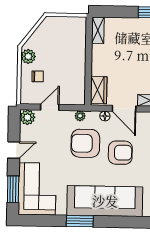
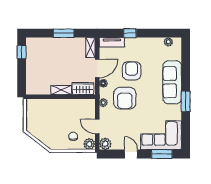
shelving: (98, 30) -> (61, 90), moved
plant: (28, 56) -> (89, 144), moved
sofa: (105, 201) -> (172, 82), width x0.74, depth x0.79

